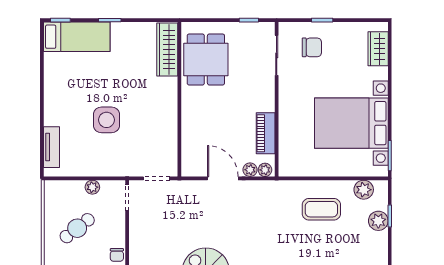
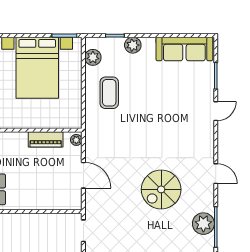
plant: (250, 170) -> (76, 152), removed
door: (223, 178) -> (83, 175), swing flipped
plant: (378, 221) -> (133, 45), moved

